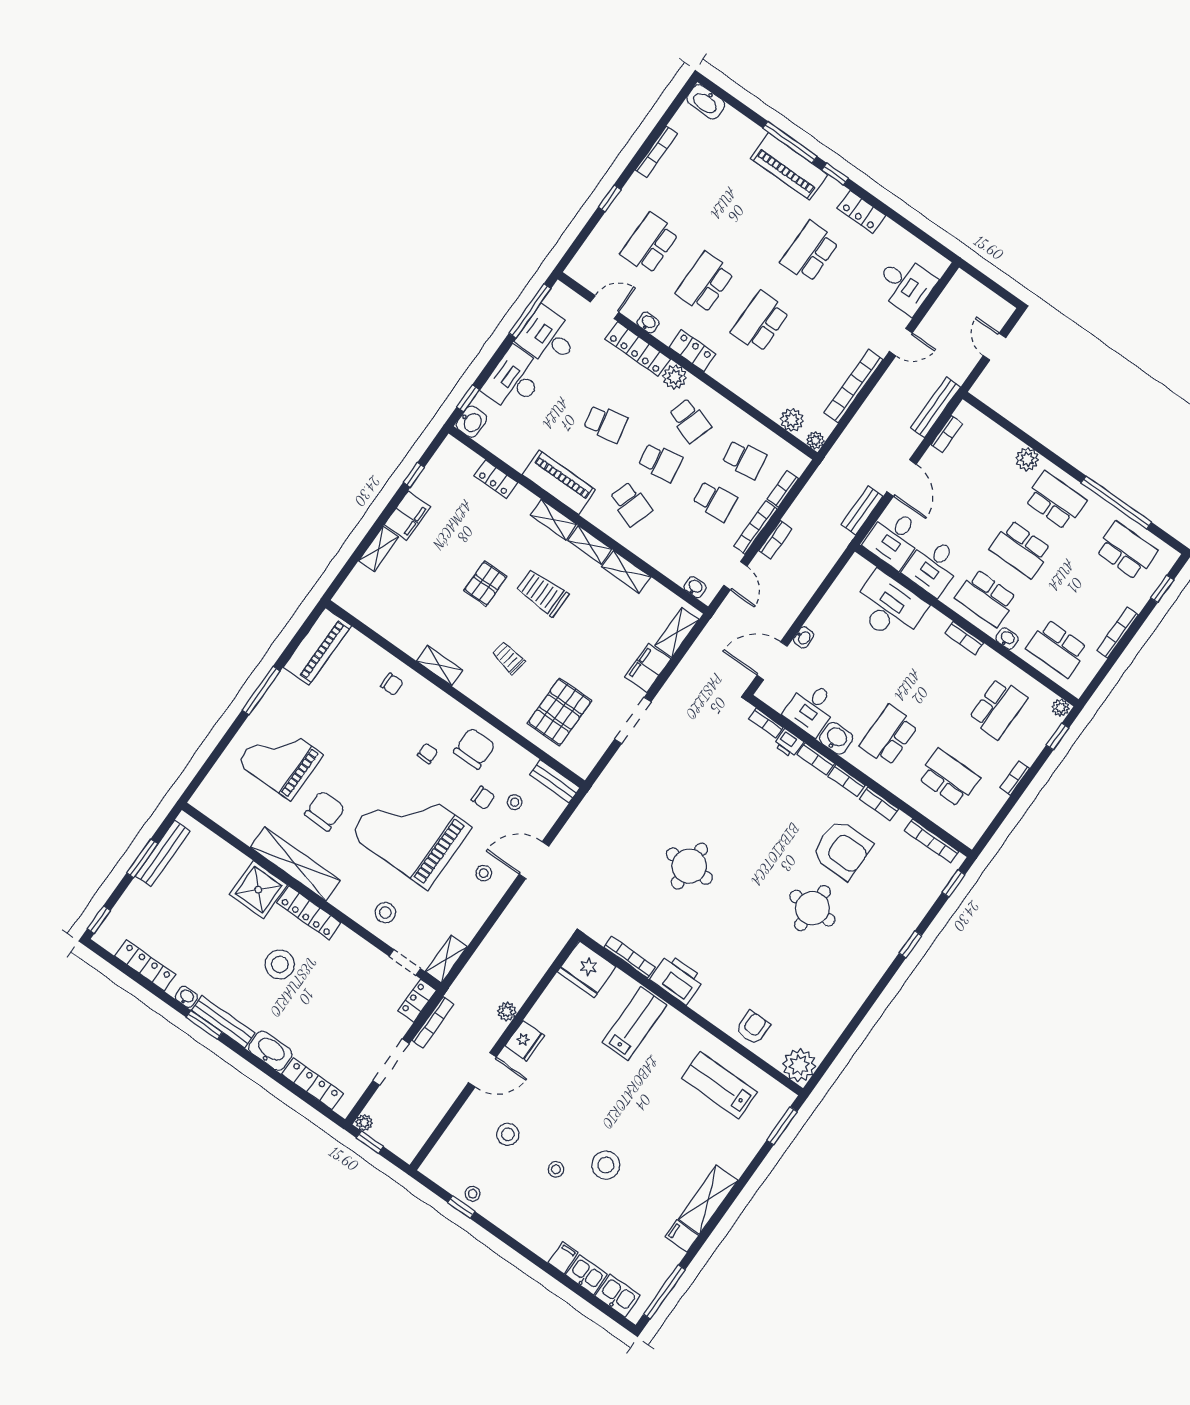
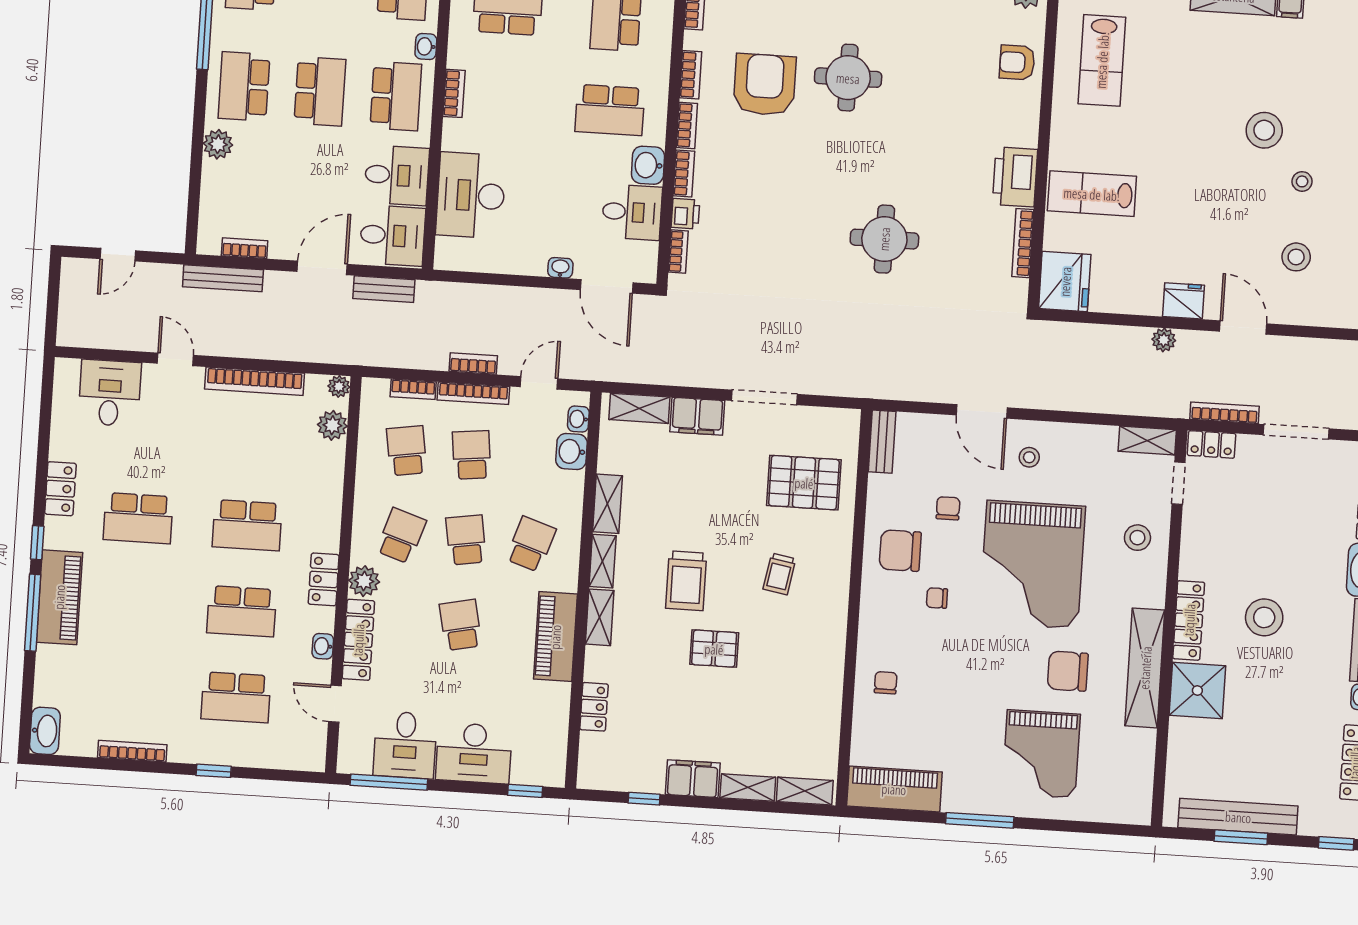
washbasin: (471, 422) -> (571, 452), moved, turned -90
shelving: (440, 665) -> (805, 791), moved, turned 90
stool: (515, 802) -> (932, 471), removed
bench: (163, 854) -> (1238, 817), width x1.37, depth x1.21

